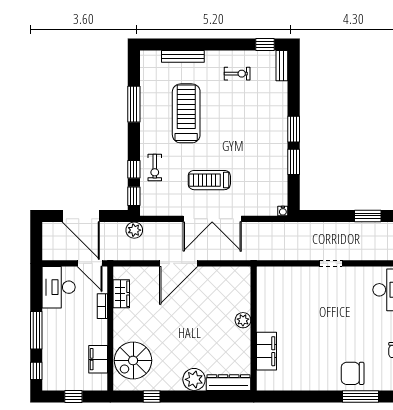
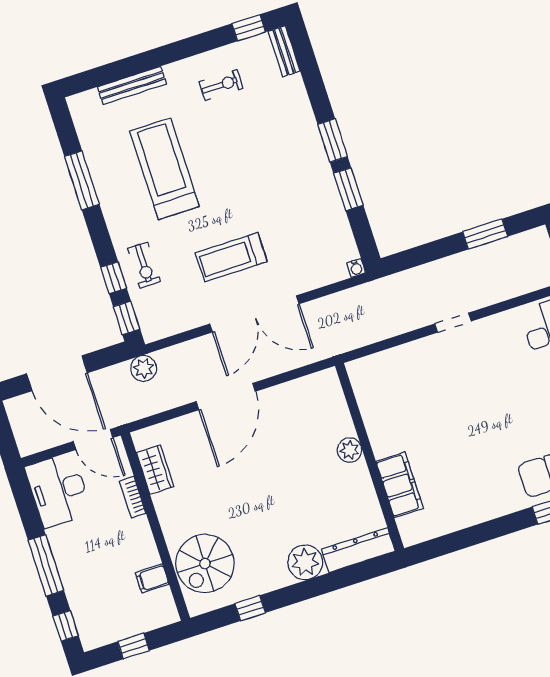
filing cabinet: (98, 359) -> (152, 579), width x0.50

